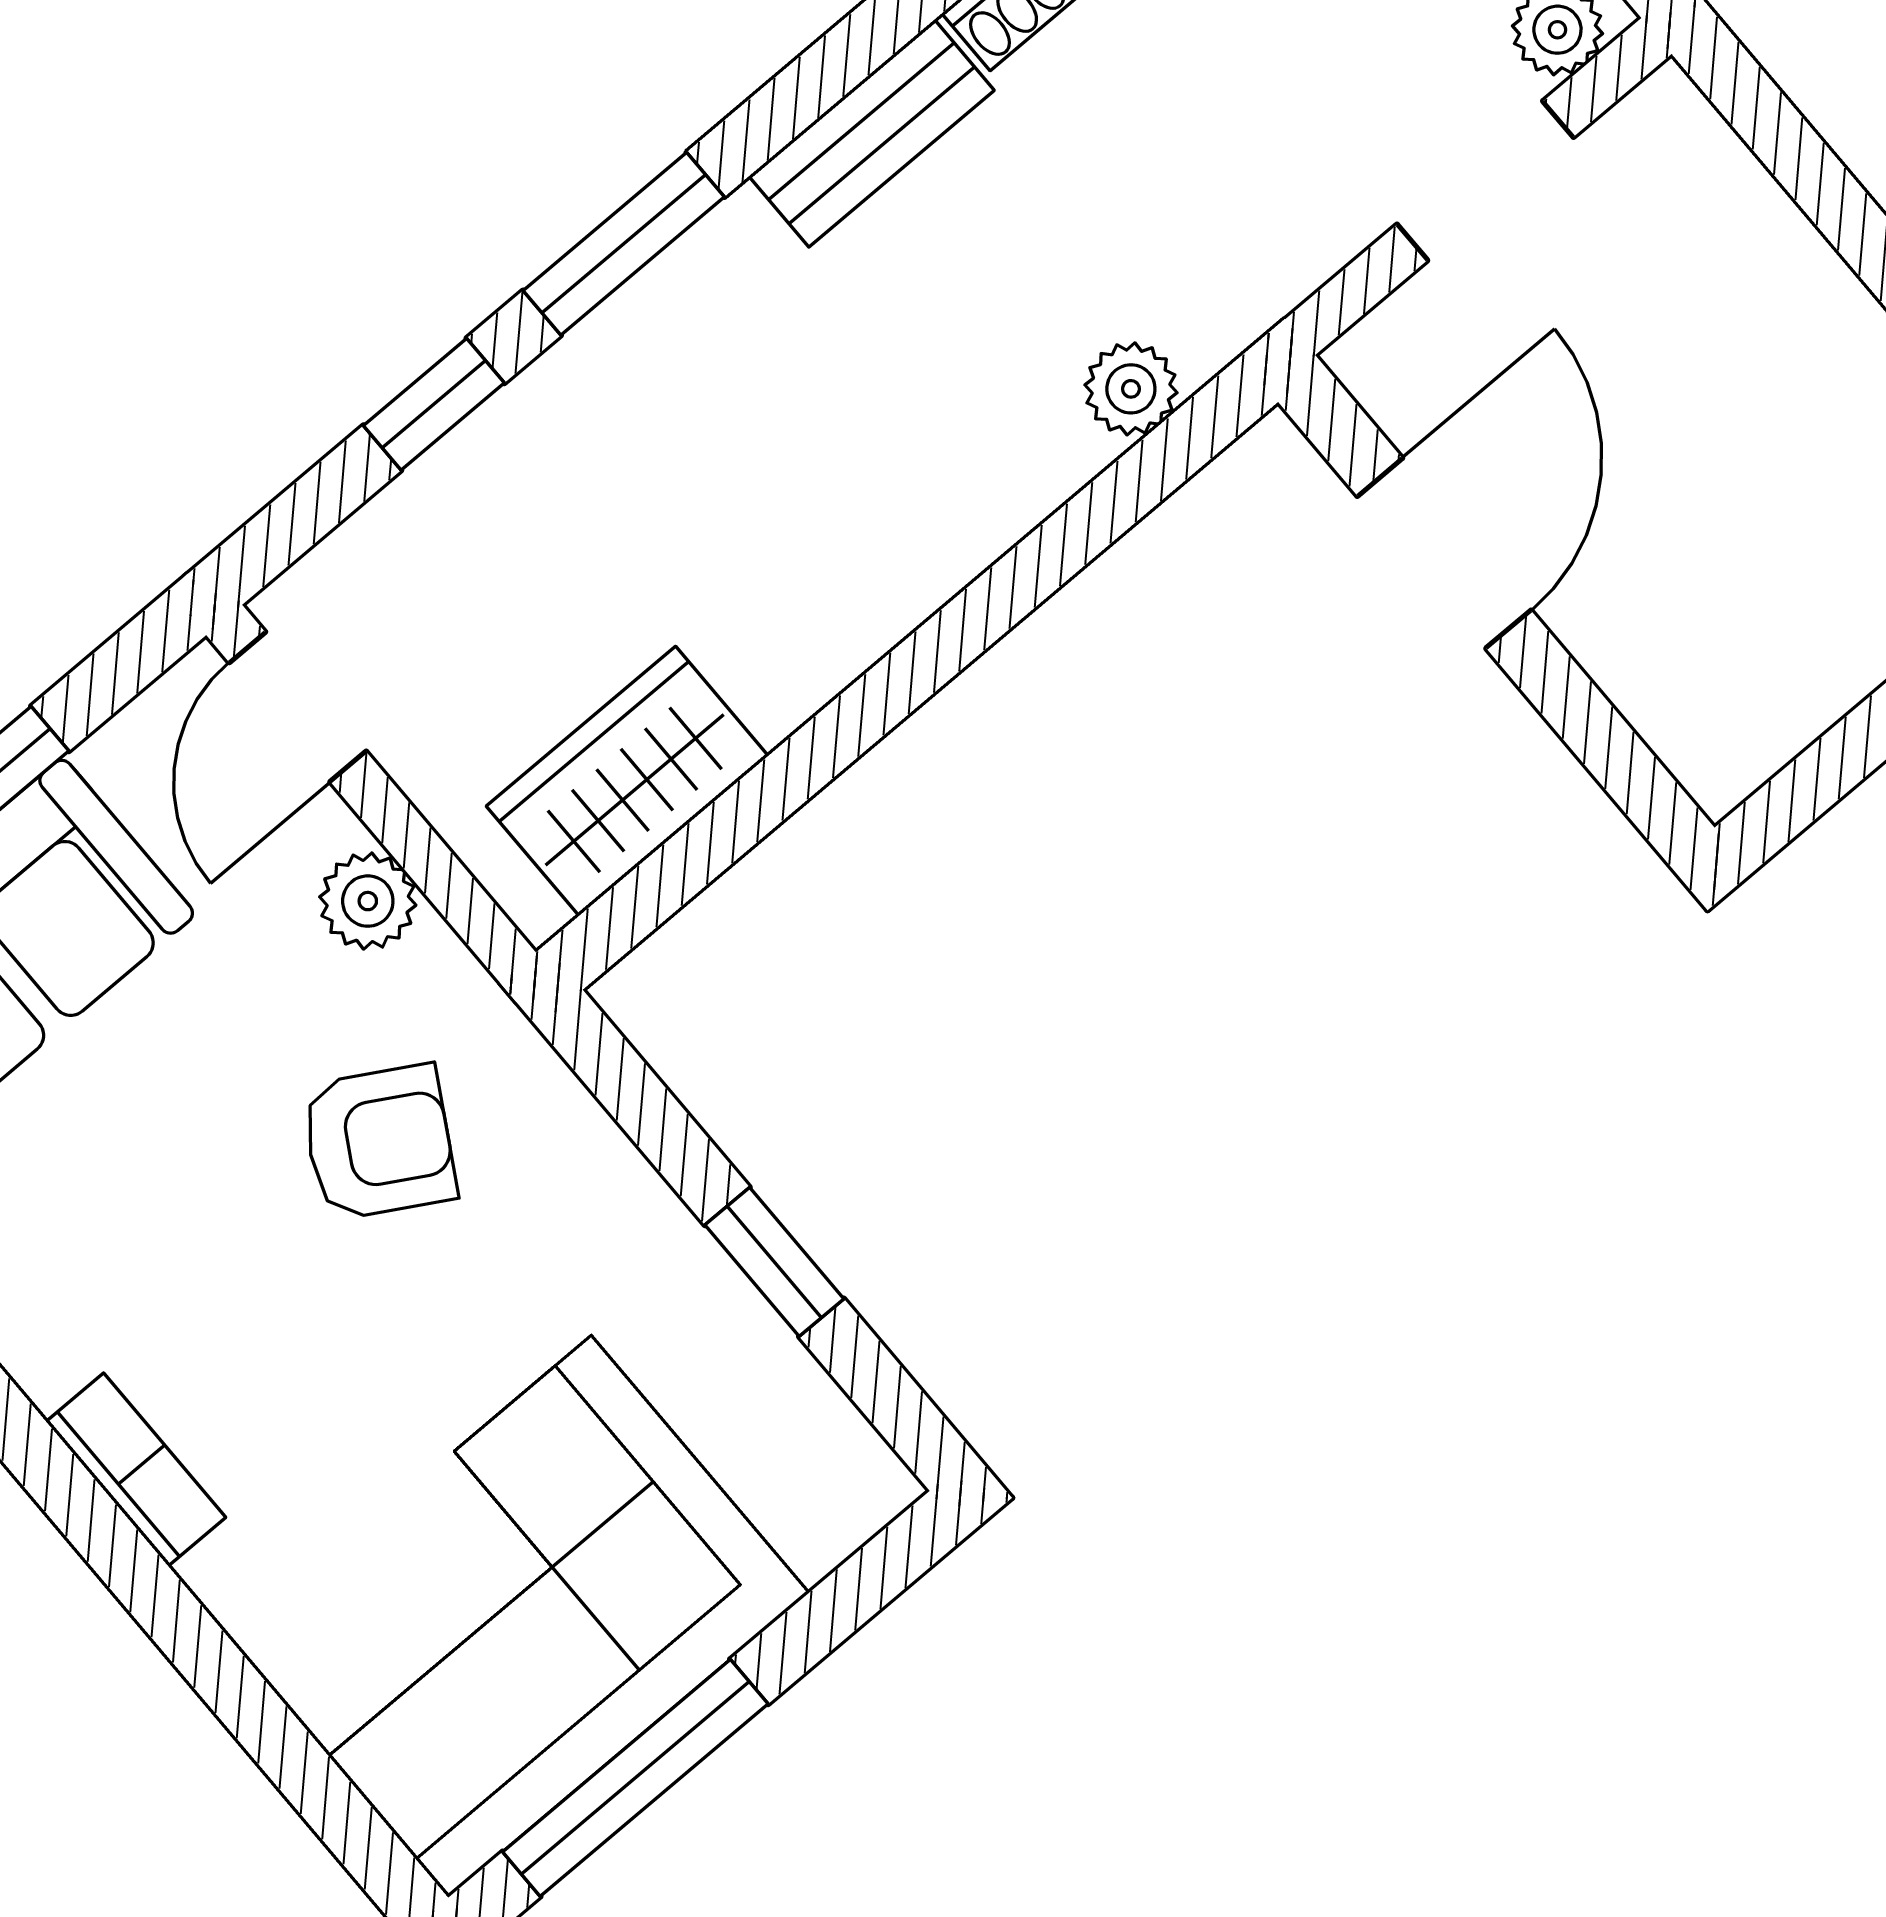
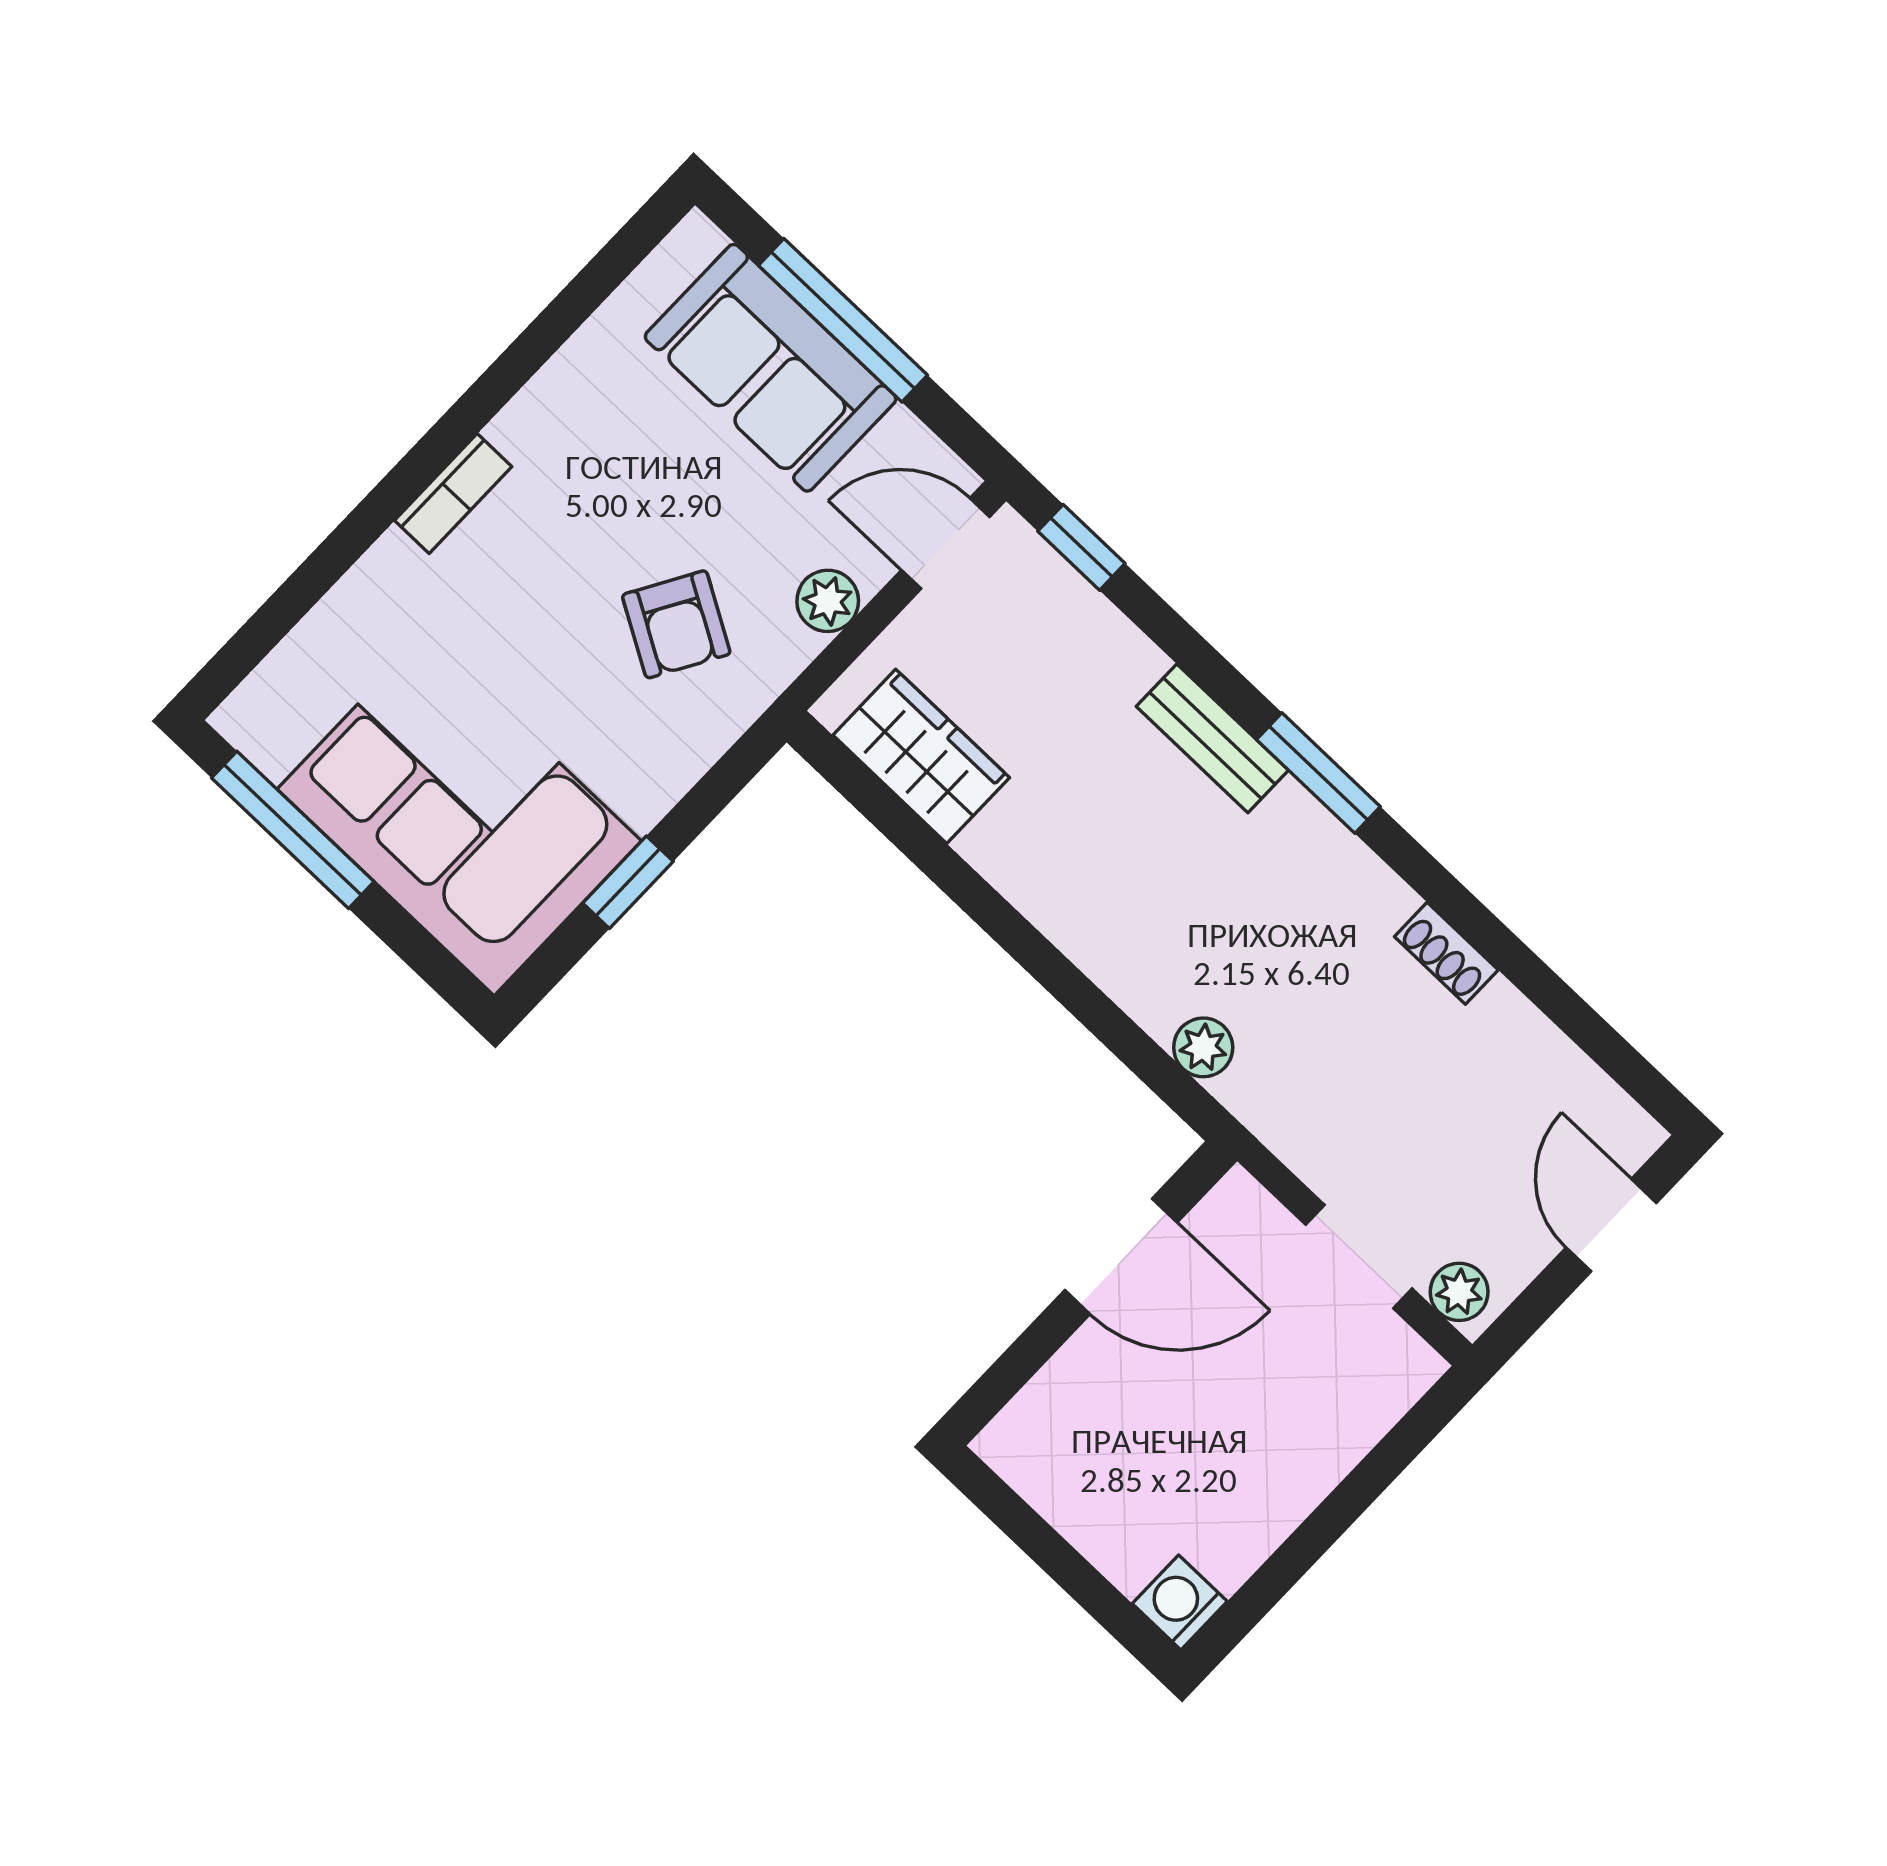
bench: (872, 133) -> (1212, 738), moved
window: (624, 244) -> (1318, 773), moved
window: (434, 404) -> (1081, 547), moved
corner sofa: (520, 1617) -> (459, 815), moved

